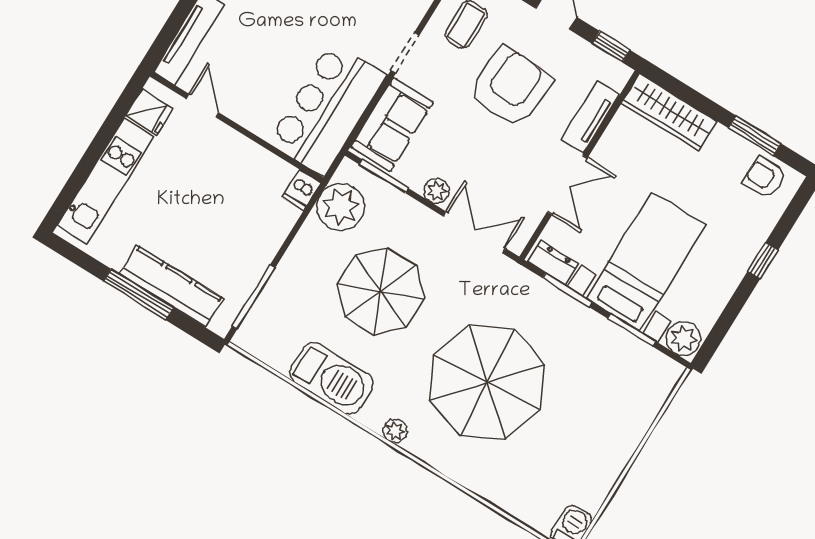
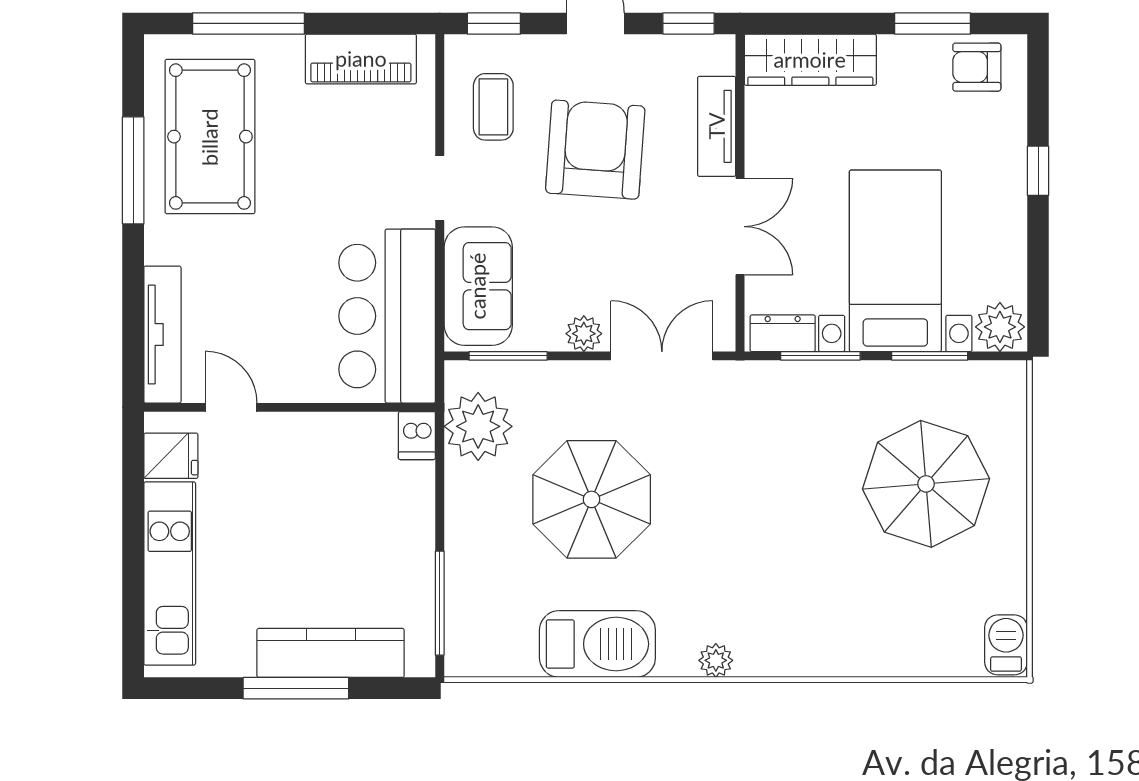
parasol: (487, 382) -> (926, 484), moved, width x0.73, depth x0.73

